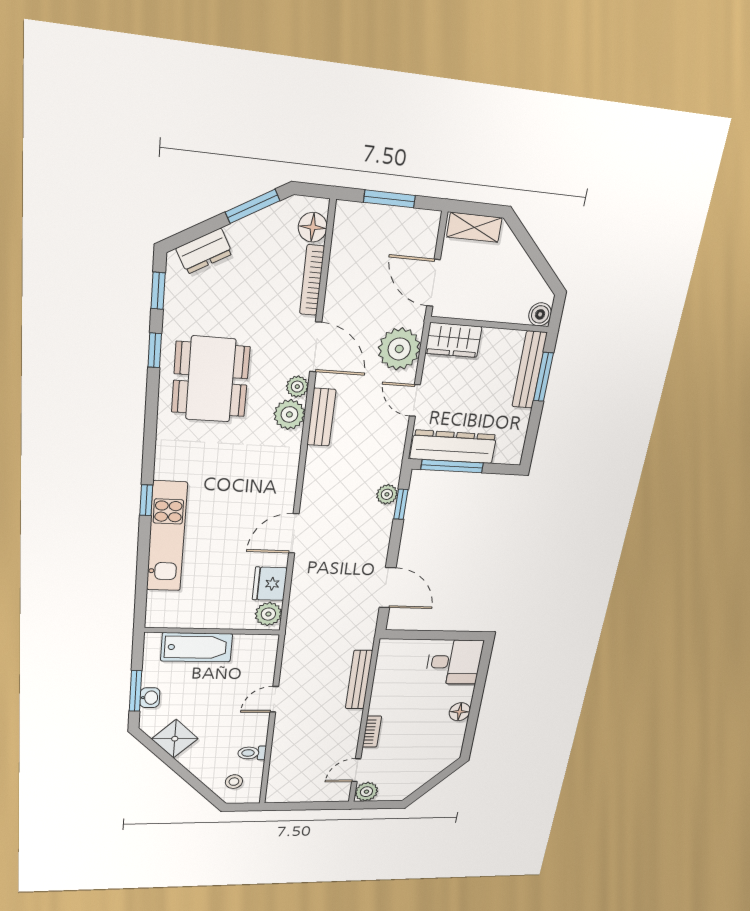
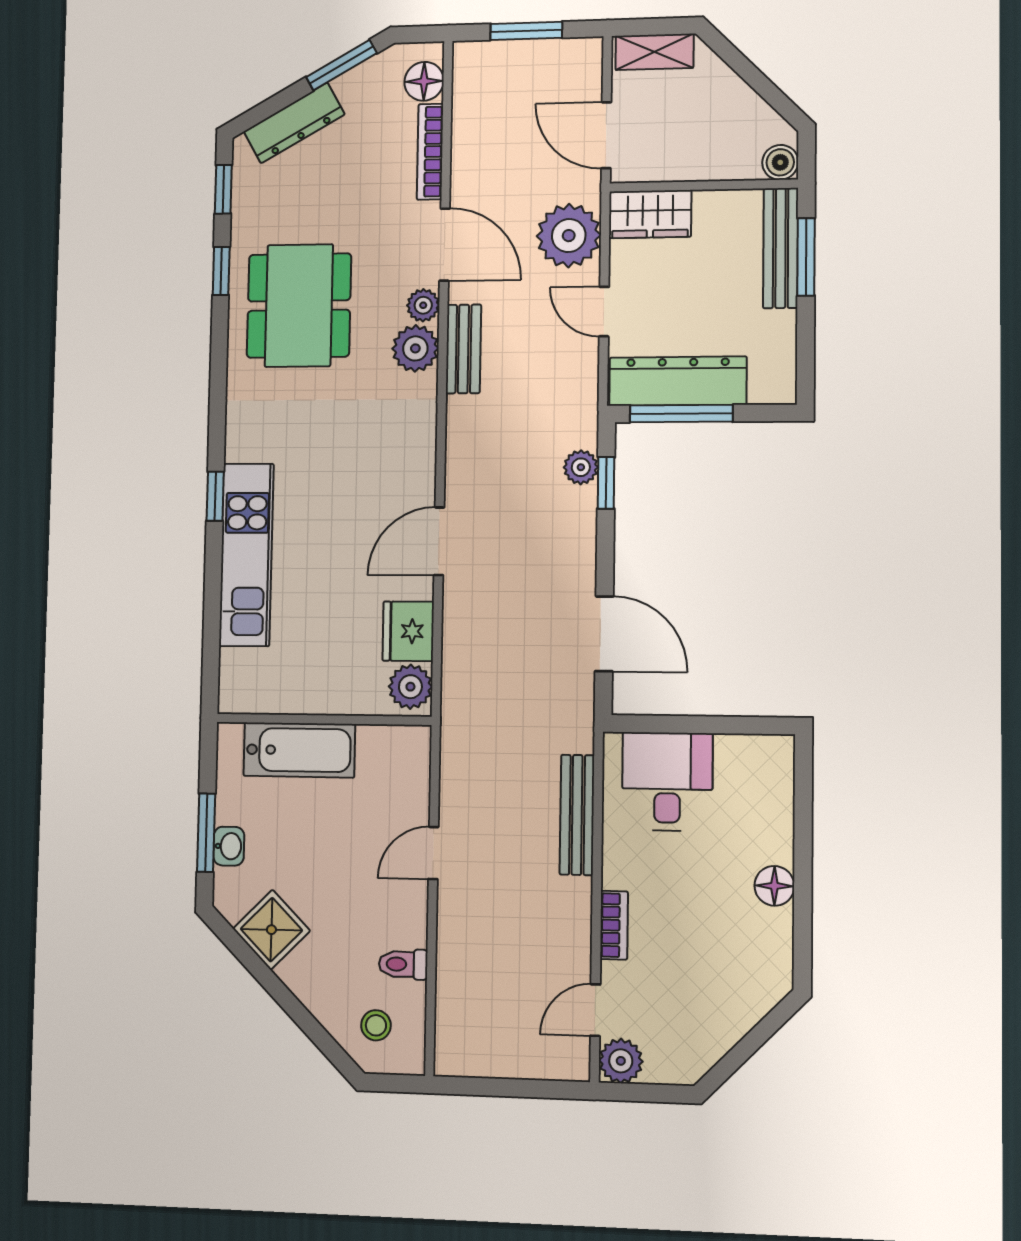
dresser: (204, 251) -> (294, 123), width x1.44
desk: (454, 662) -> (667, 781), moved, turned -90

